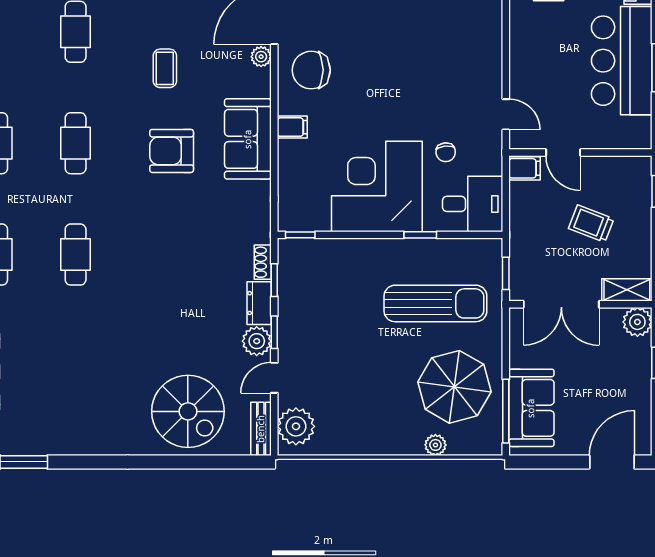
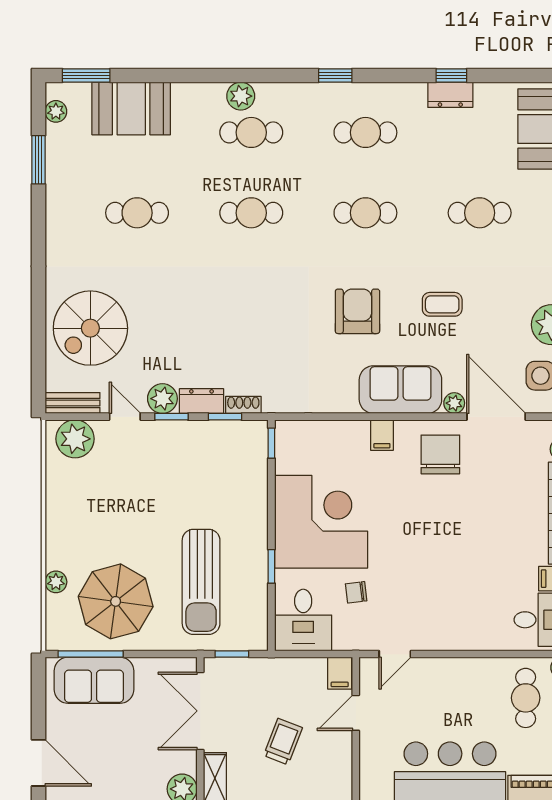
sofa: (248, 139) -> (400, 390), moved
cafe table: (76, 366) -> (137, 213), added

